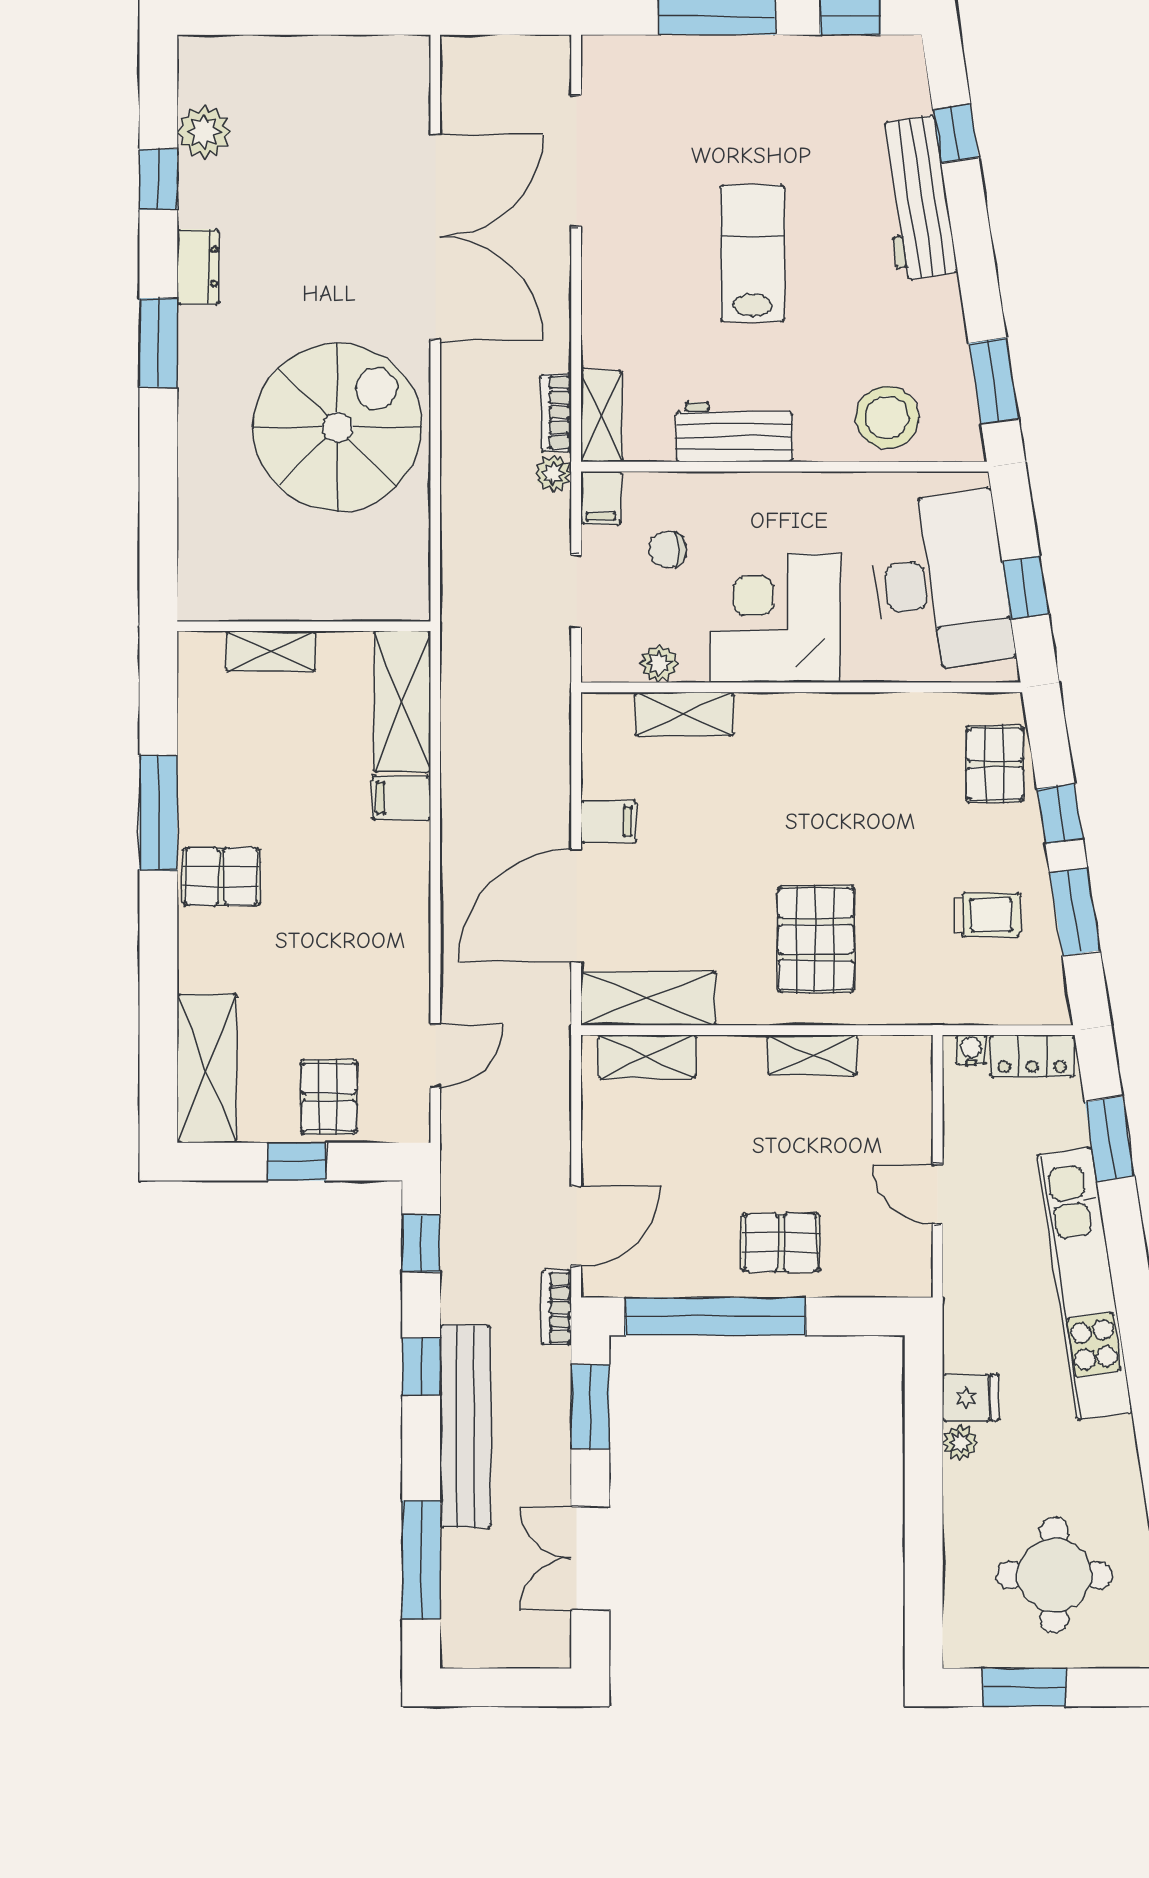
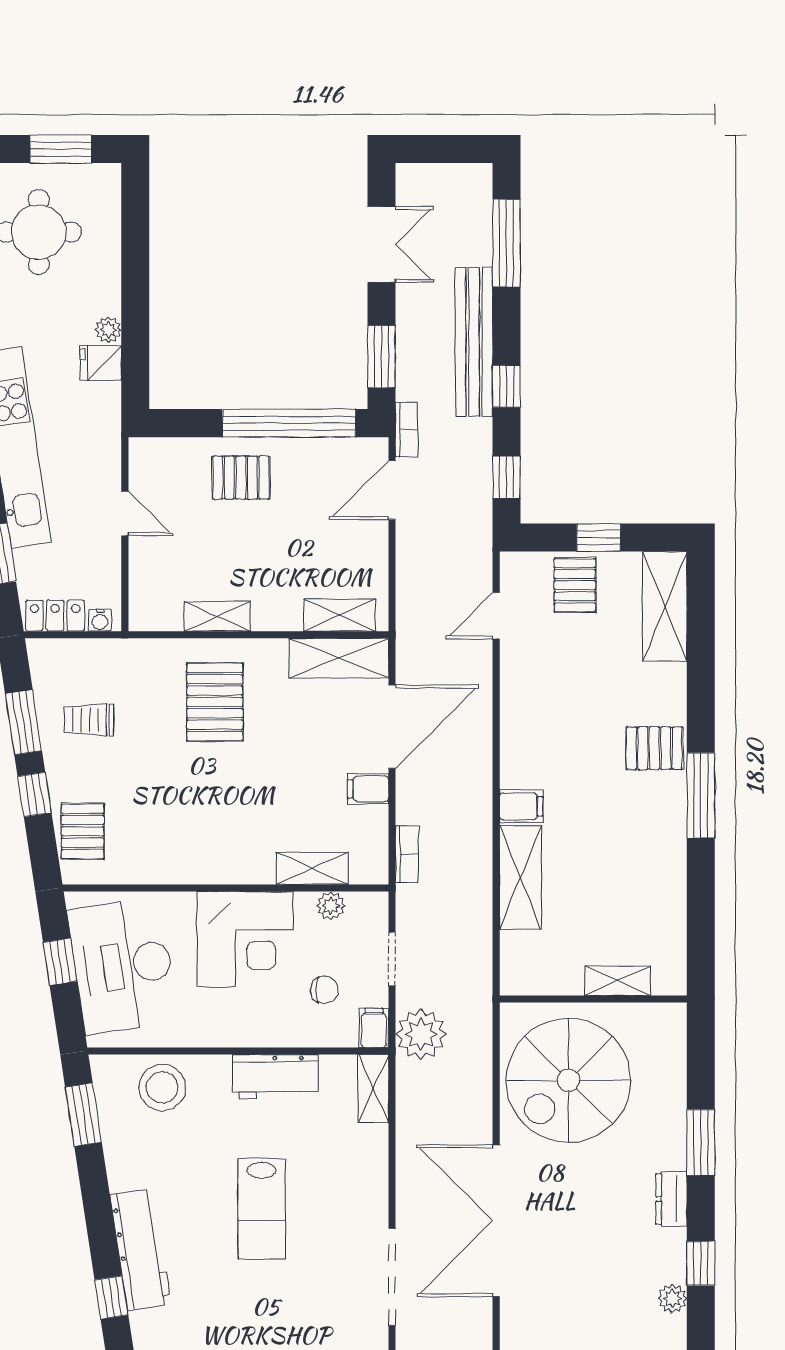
plant: (204, 132) -> (672, 1298), width x0.73, depth x0.73
bookcase: (556, 412) -> (407, 854), moved
plant: (553, 473) -> (421, 1034), width x1.88, depth x1.88
wall: (304, 626) -> (593, 999), moved
shelving: (271, 651) -> (618, 981), moved

